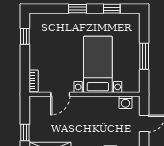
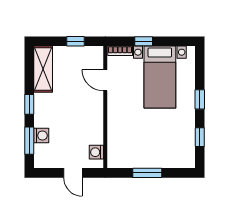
window: (25, 36) -> (144, 41), moved
bed with nightstands: (98, 64) -> (160, 77), moved, turned 90
window: (25, 133) -> (75, 41), moved

